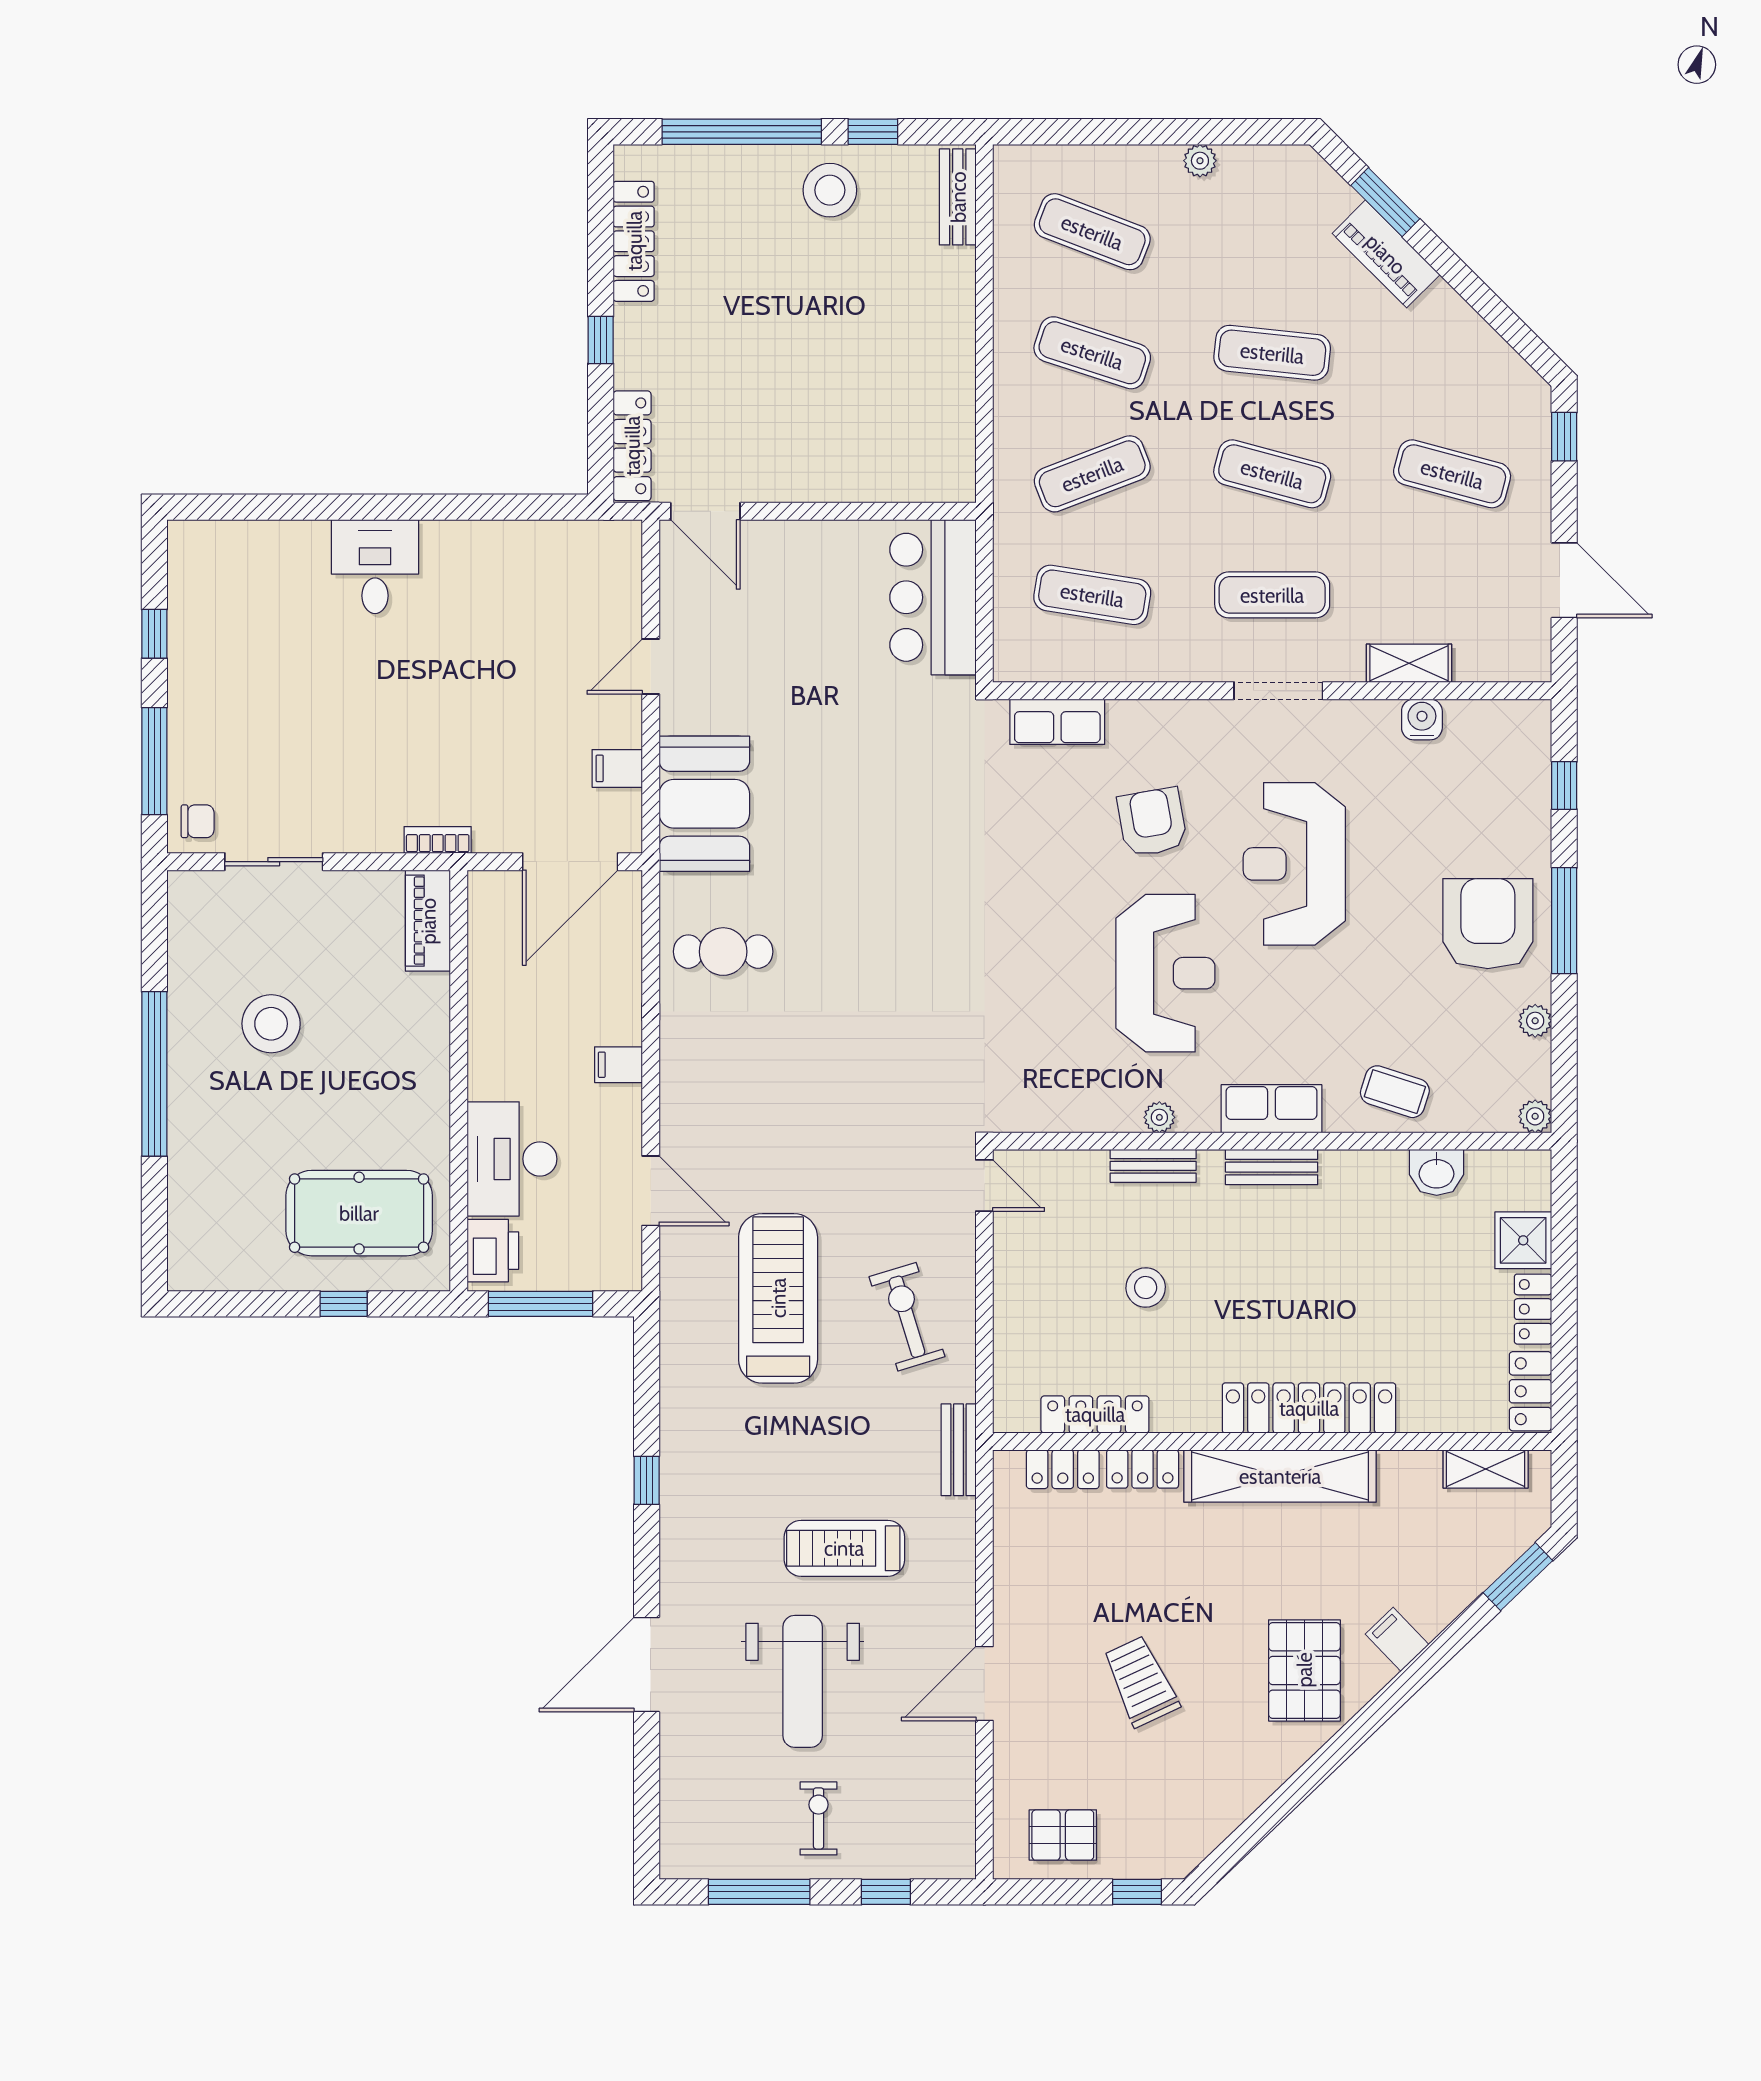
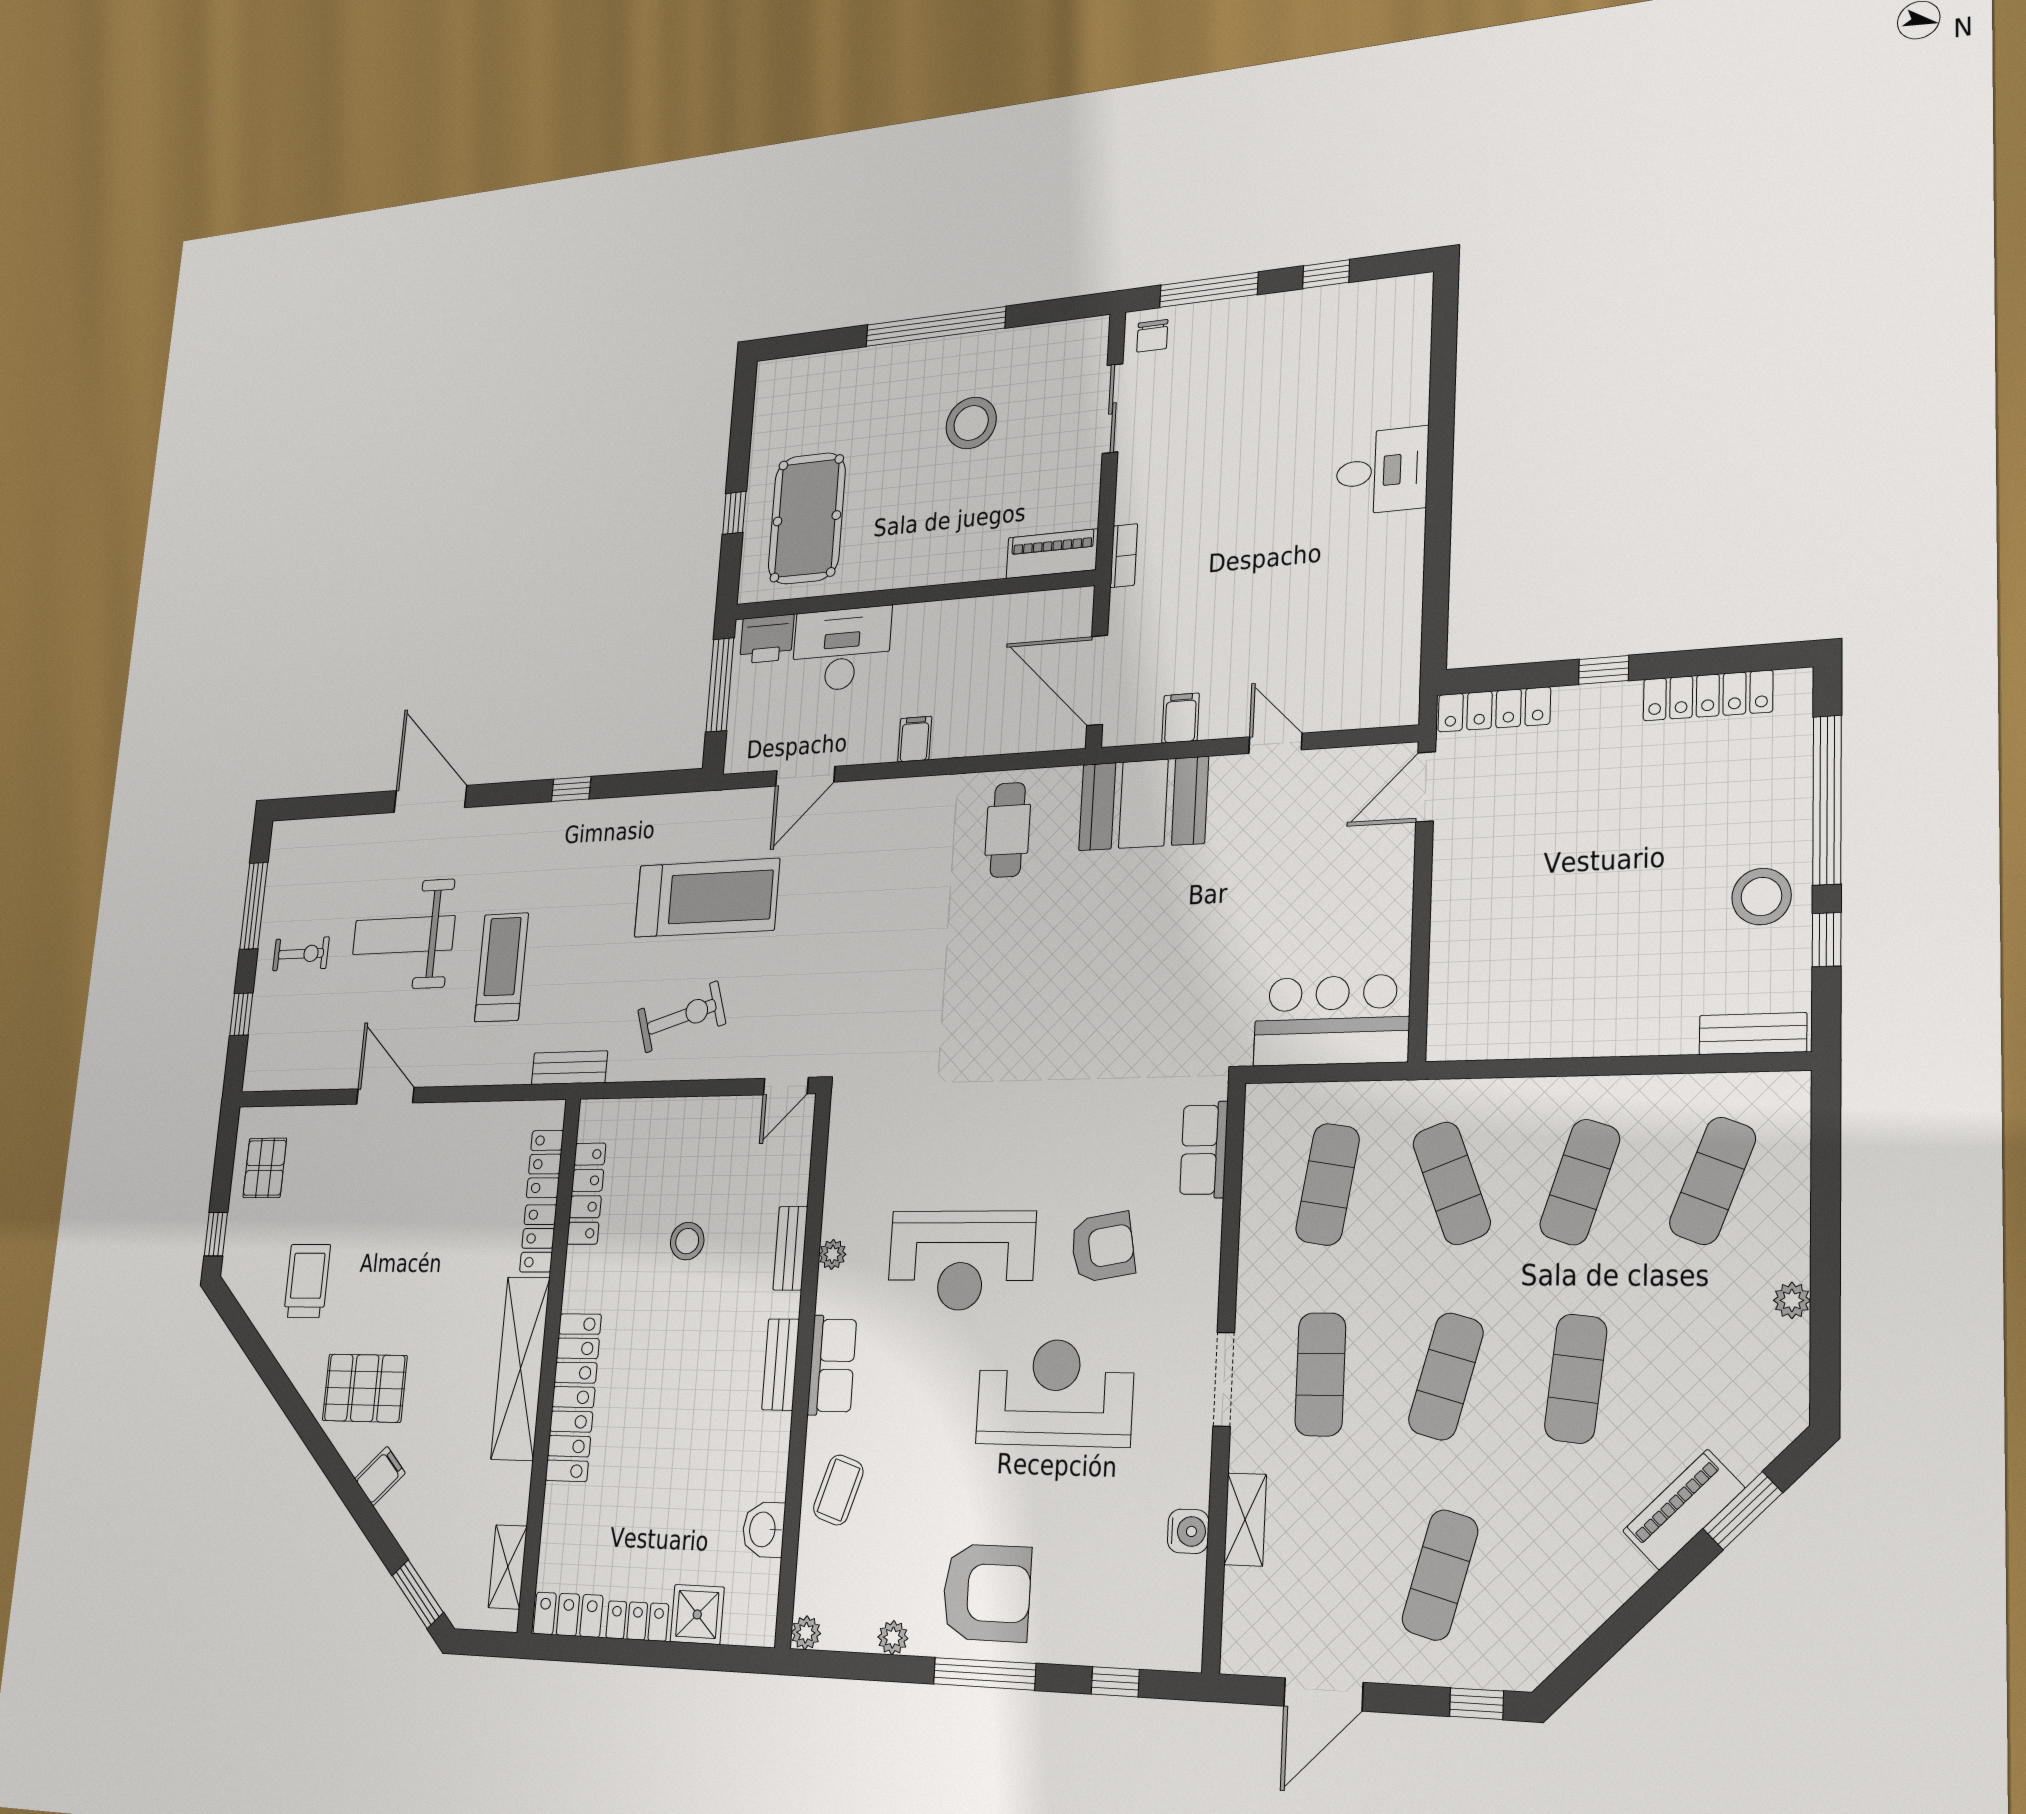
trolley: (1141, 1681) -> (307, 1281), moved, turned -65

